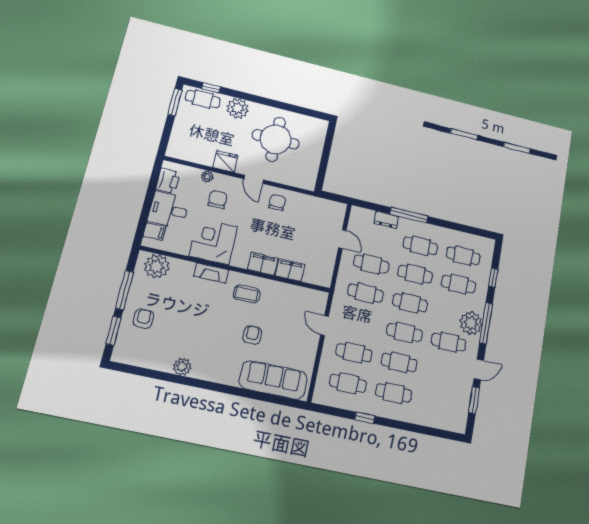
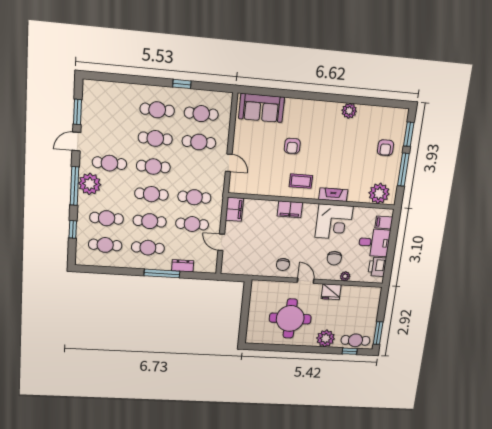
filing cabinet: (290, 270) -> (234, 209), moved, turned -90
sofa: (273, 380) -> (262, 108), width x0.73

